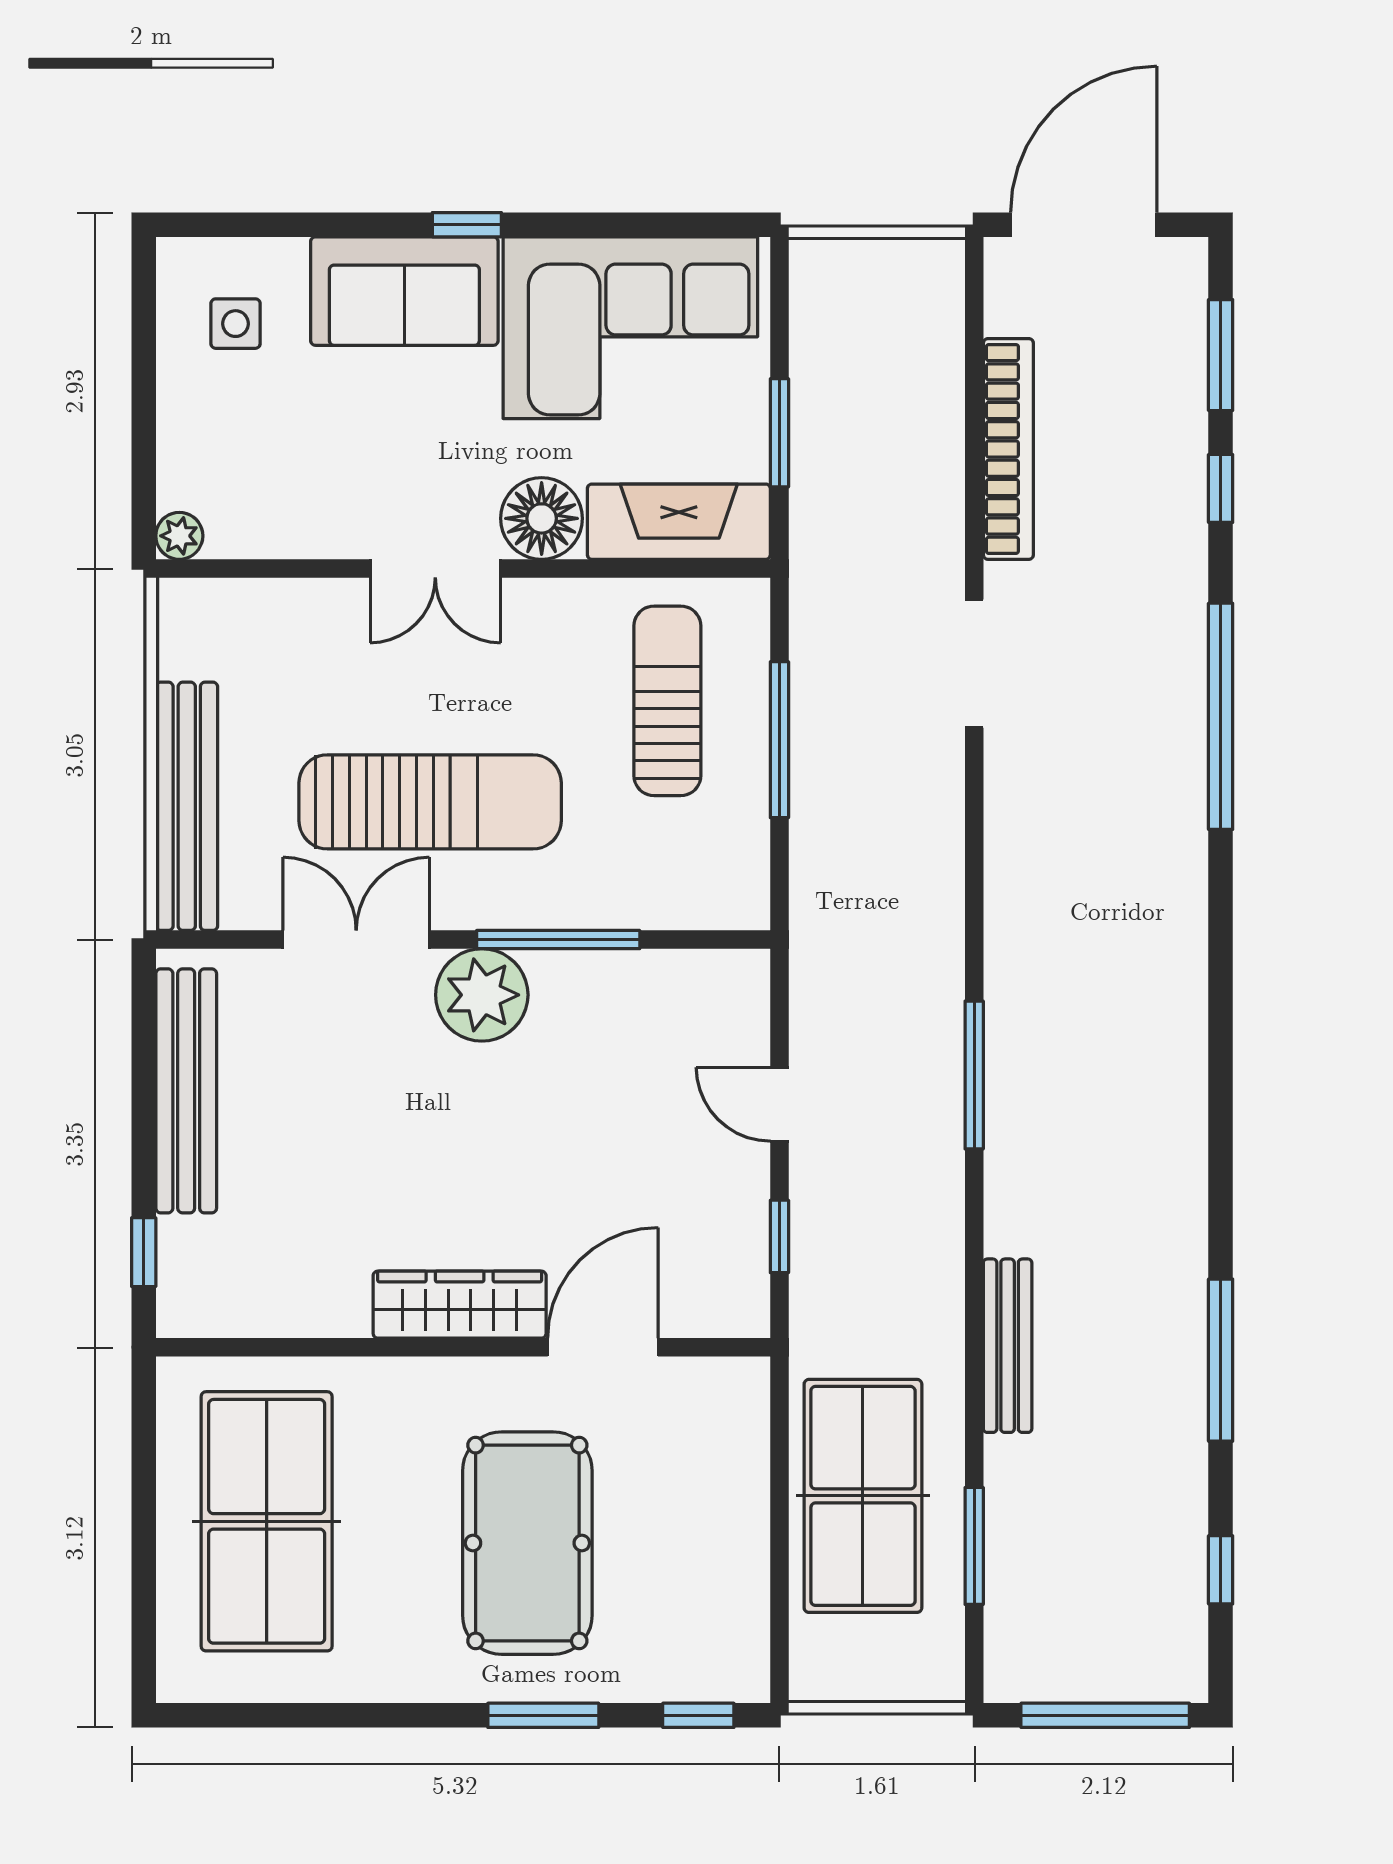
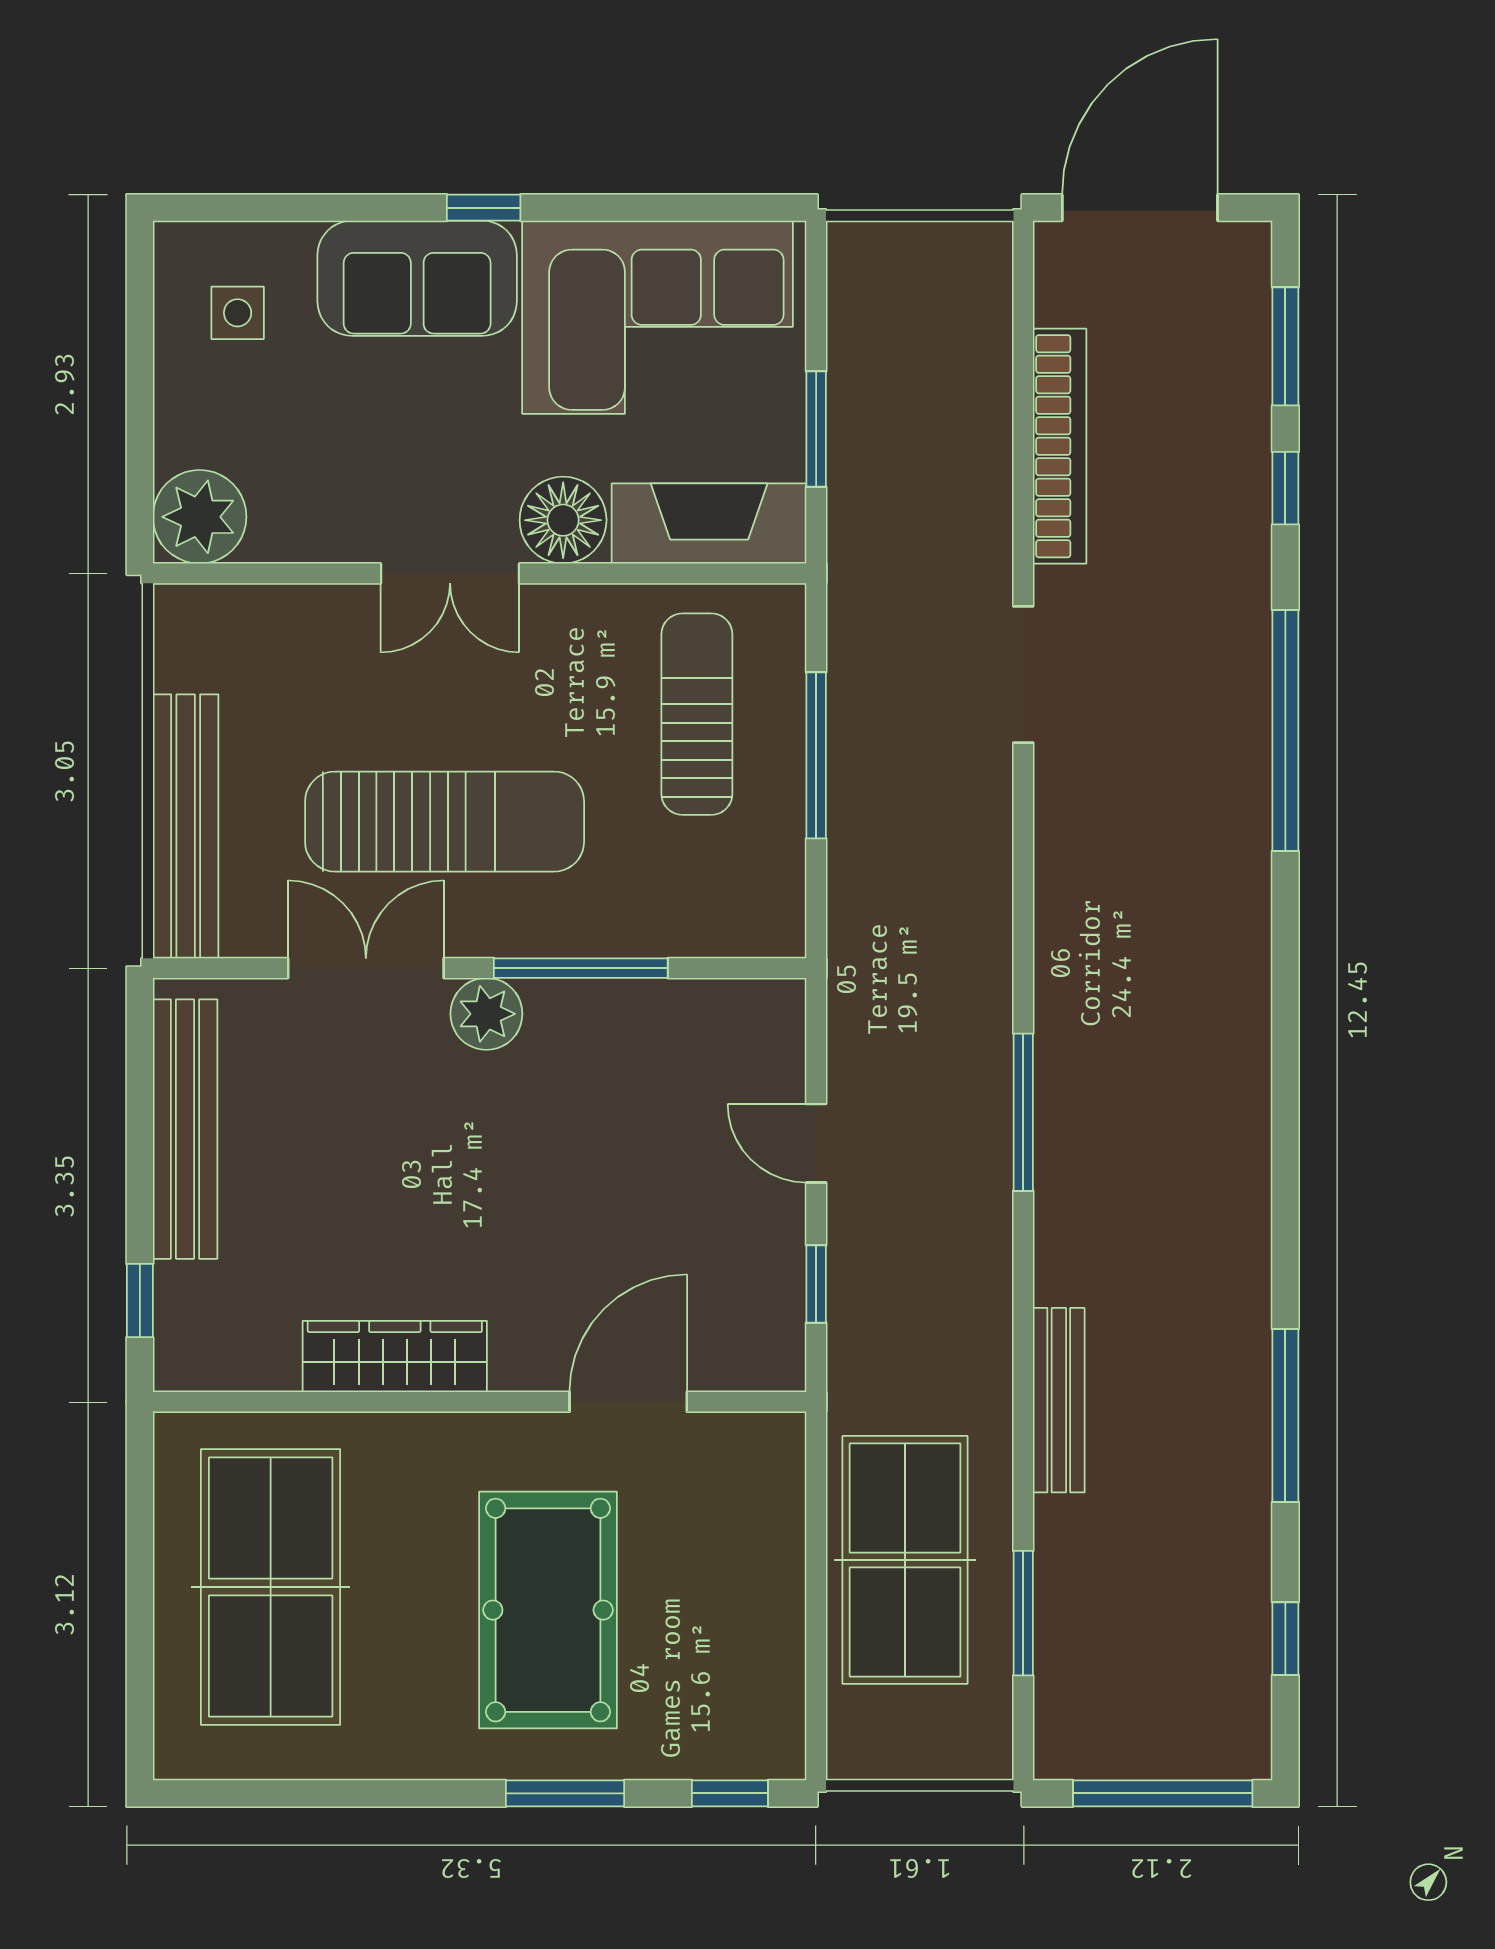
plant: (179, 536) -> (200, 517), width x1.88, depth x1.88
plant: (482, 995) -> (486, 1014), width x0.73, depth x0.73
wardrobe: (460, 1305) -> (395, 1356), moved

